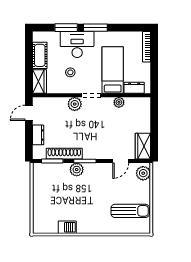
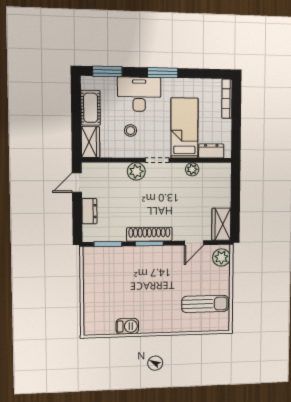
window: (66, 28) -> (107, 71), moved
shoe rack: (64, 154) -> (149, 234), moved
plant: (77, 170) -> (139, 254), removed

